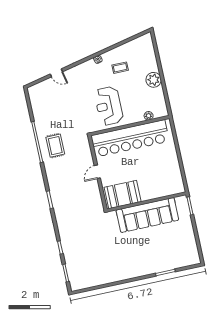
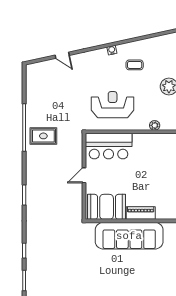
reception desk: (109, 106) -> (113, 105), turned 90
bar counter: (130, 138) -> (109, 146), width x0.54
rug: (55, 146) -> (43, 136), turned 90
piano: (153, 193) -> (141, 213), added

